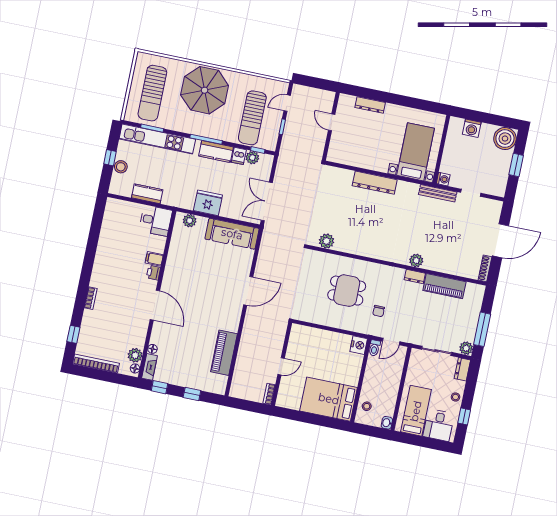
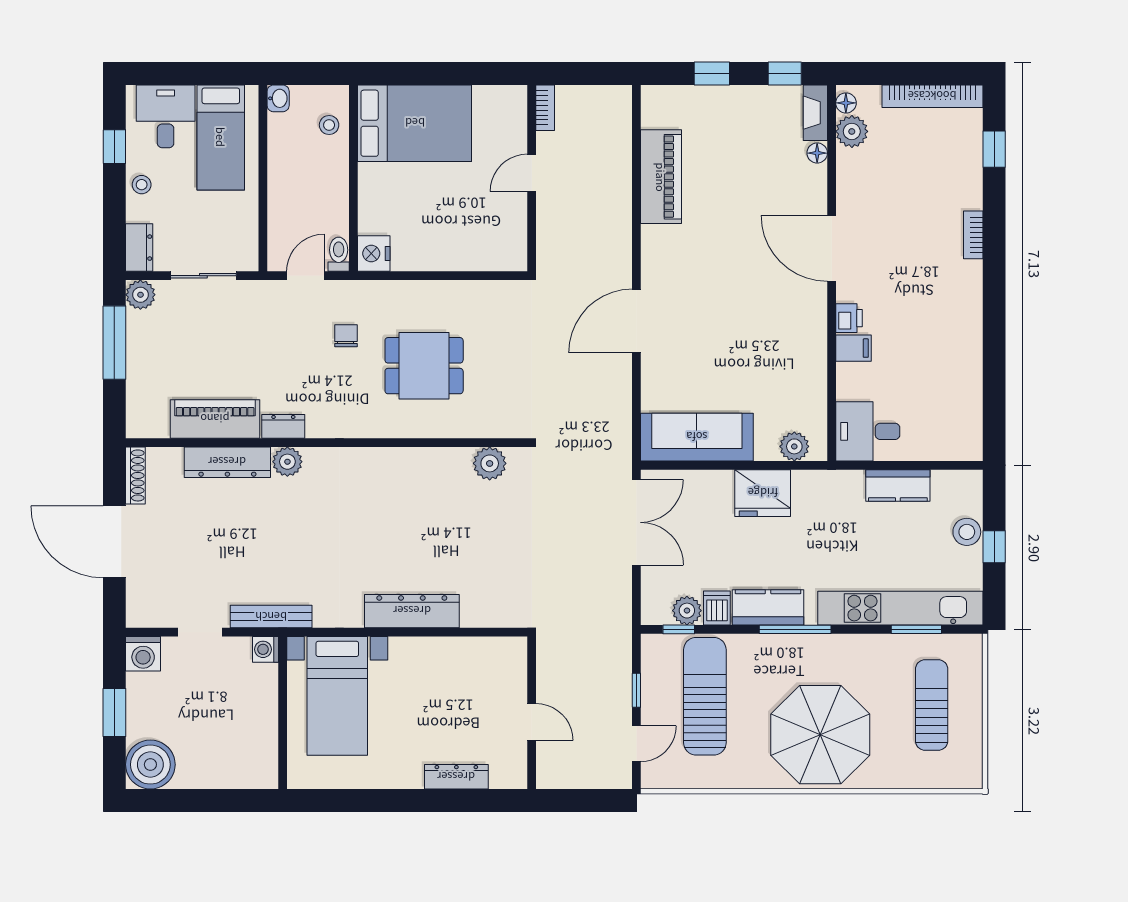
sun lounger: (152, 93) -> (932, 705), width x0.73, depth x0.75
washing machine: (472, 128) -> (143, 654), moved, turned 180
door: (500, 241) -> (114, 542), hinge flipped
dresser: (443, 266) -> (227, 462), added

